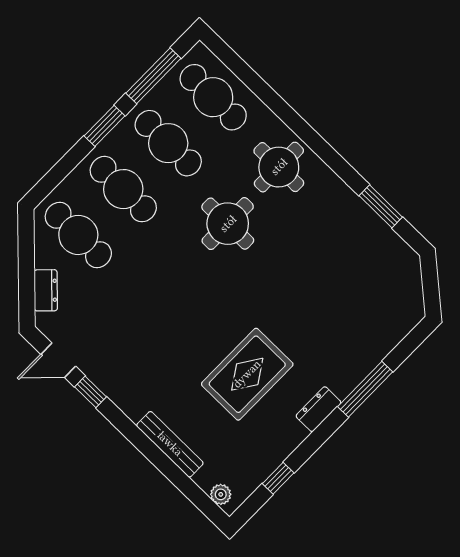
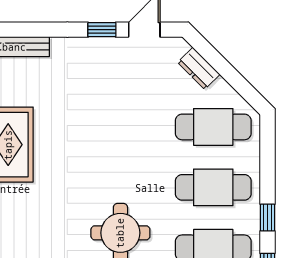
window: (104, 126) -> (267, 218), width x0.67

